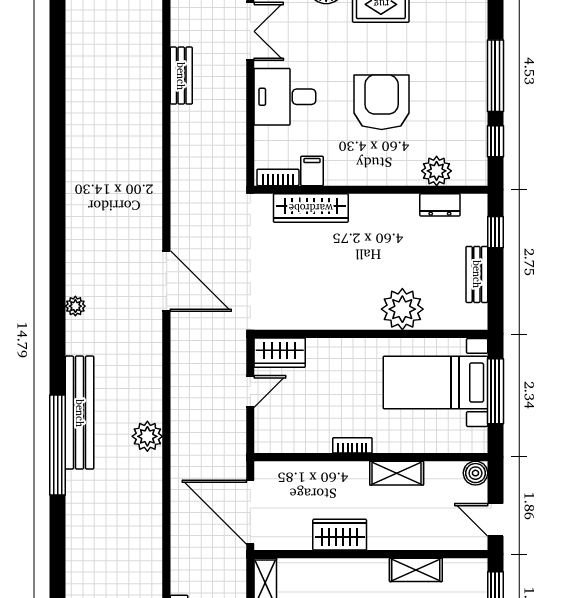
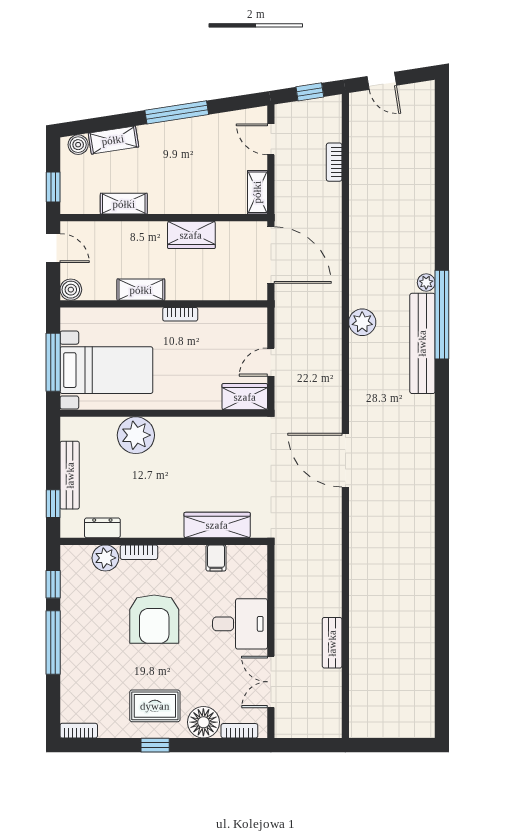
bookcase: (278, 177) -> (139, 552), moved
bench: (477, 274) -> (70, 475), width x1.36
plant: (75, 306) -> (426, 283), moved

